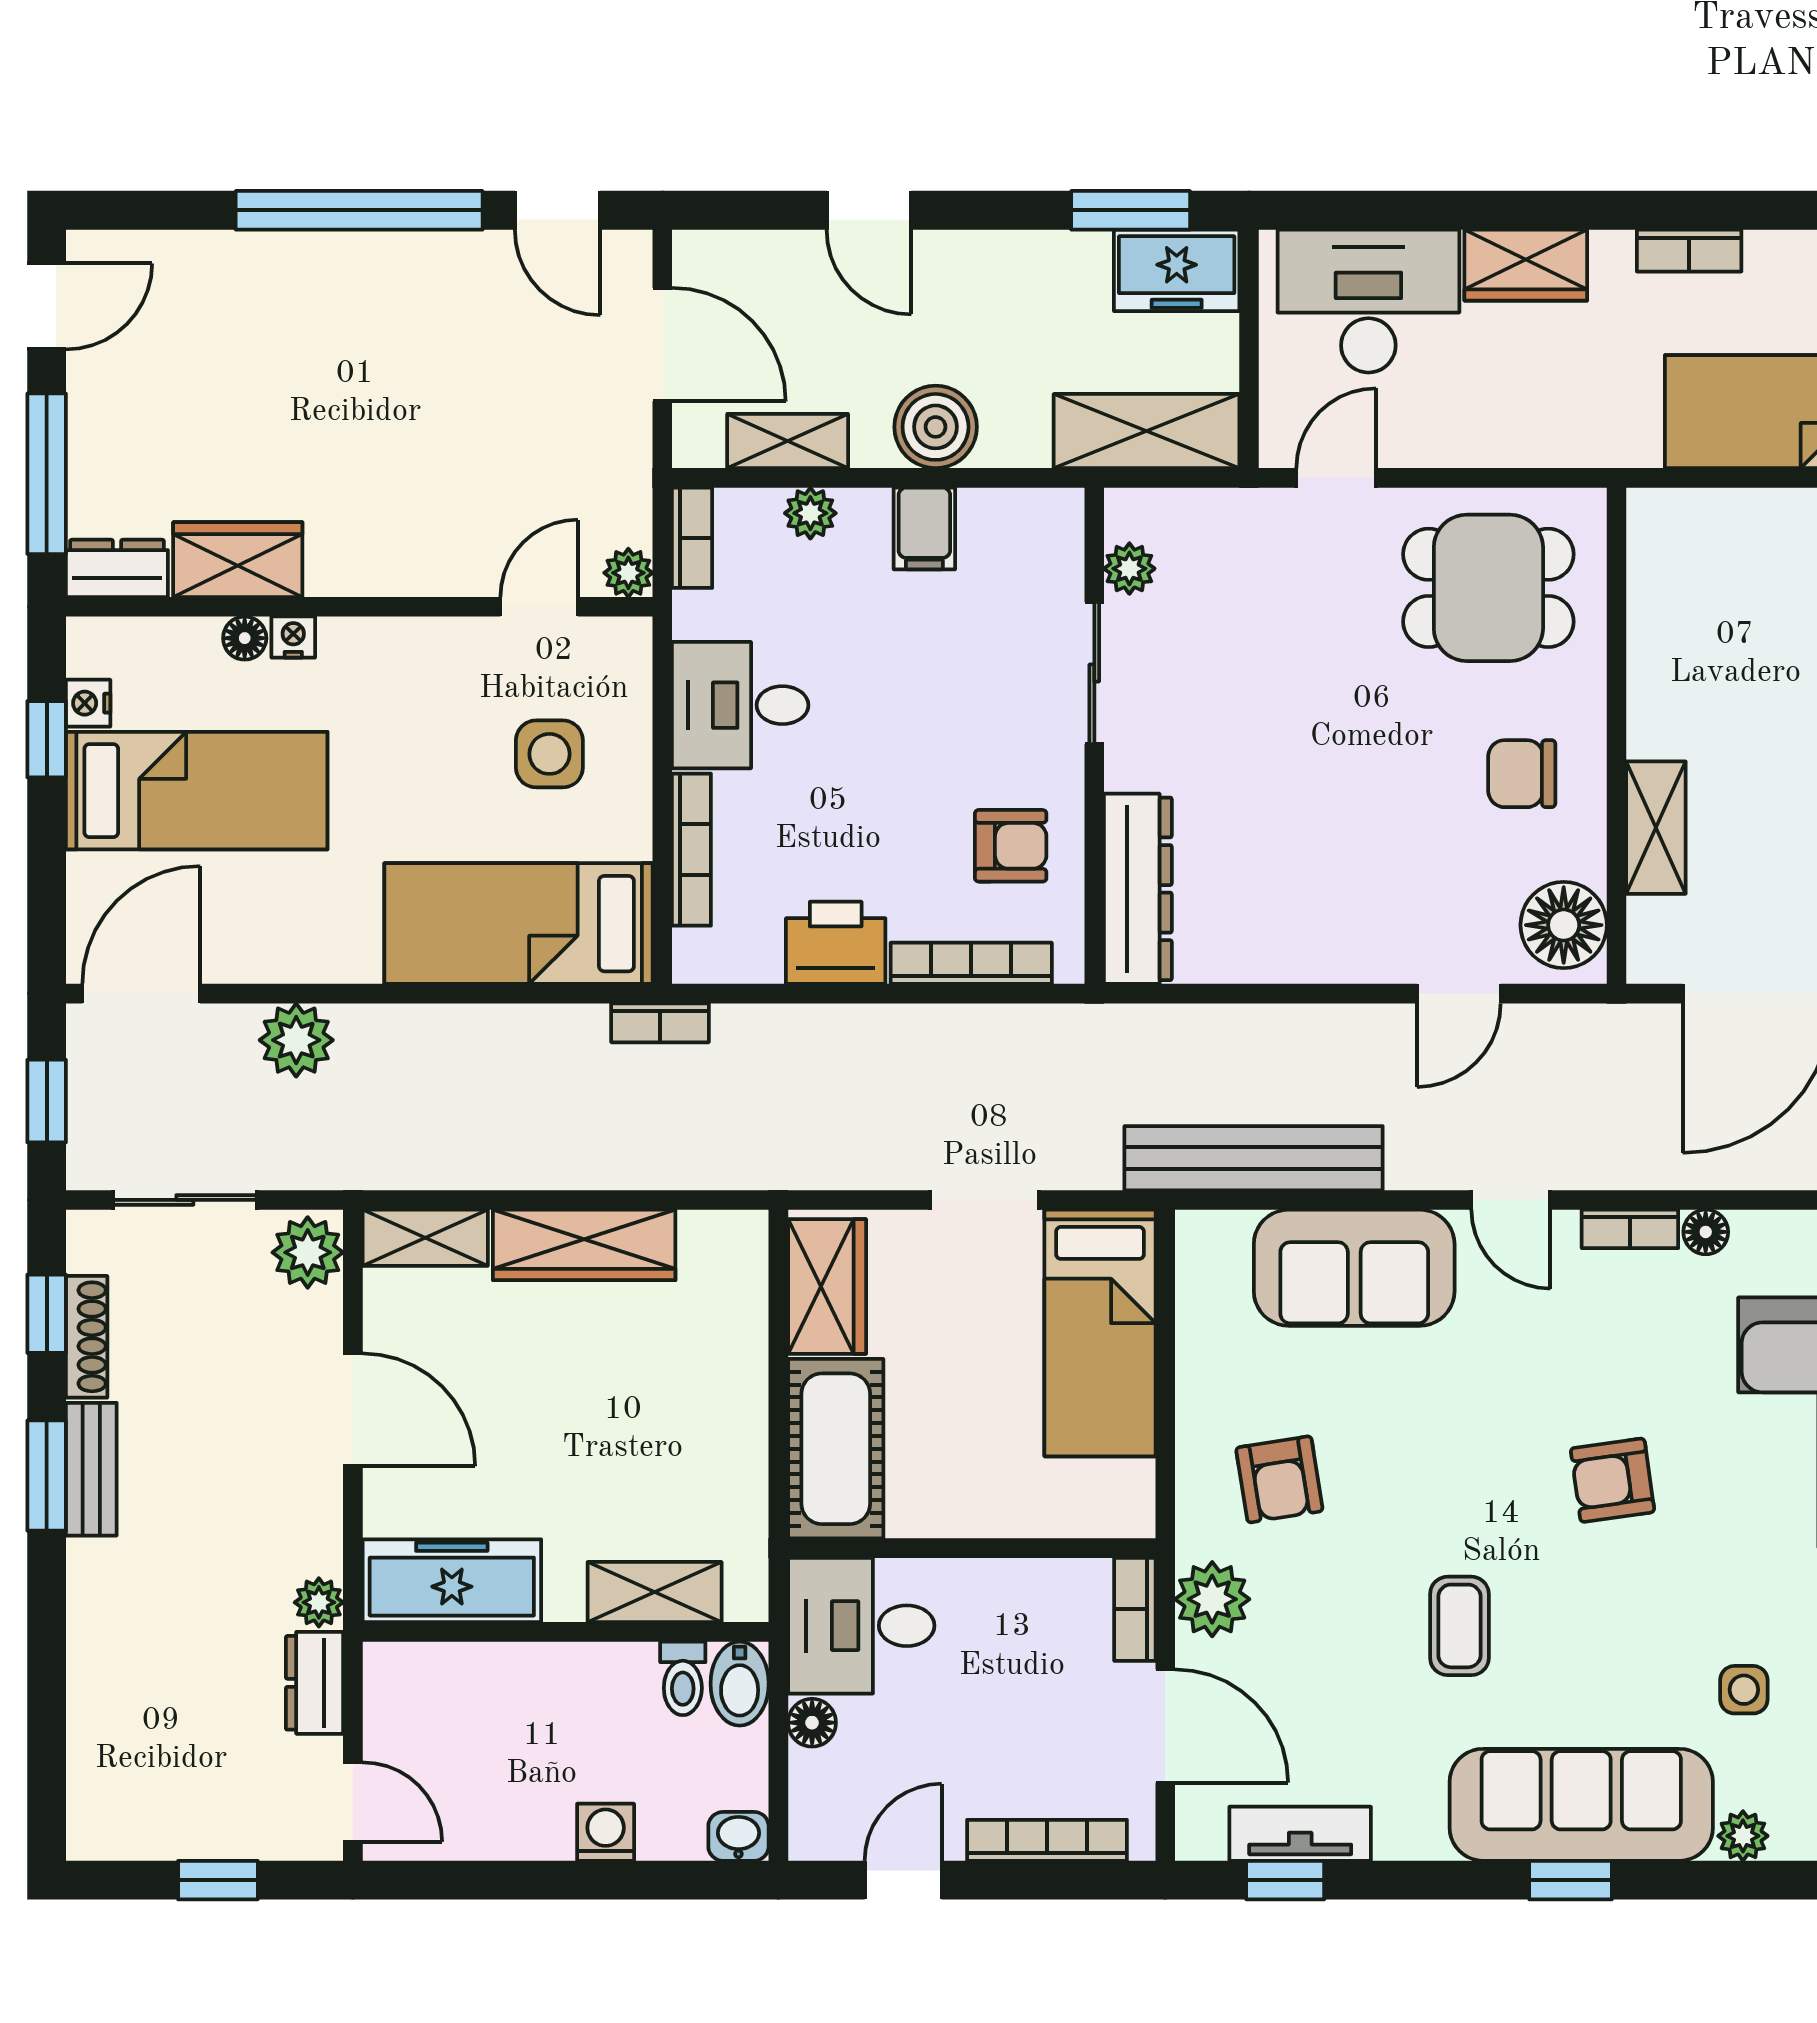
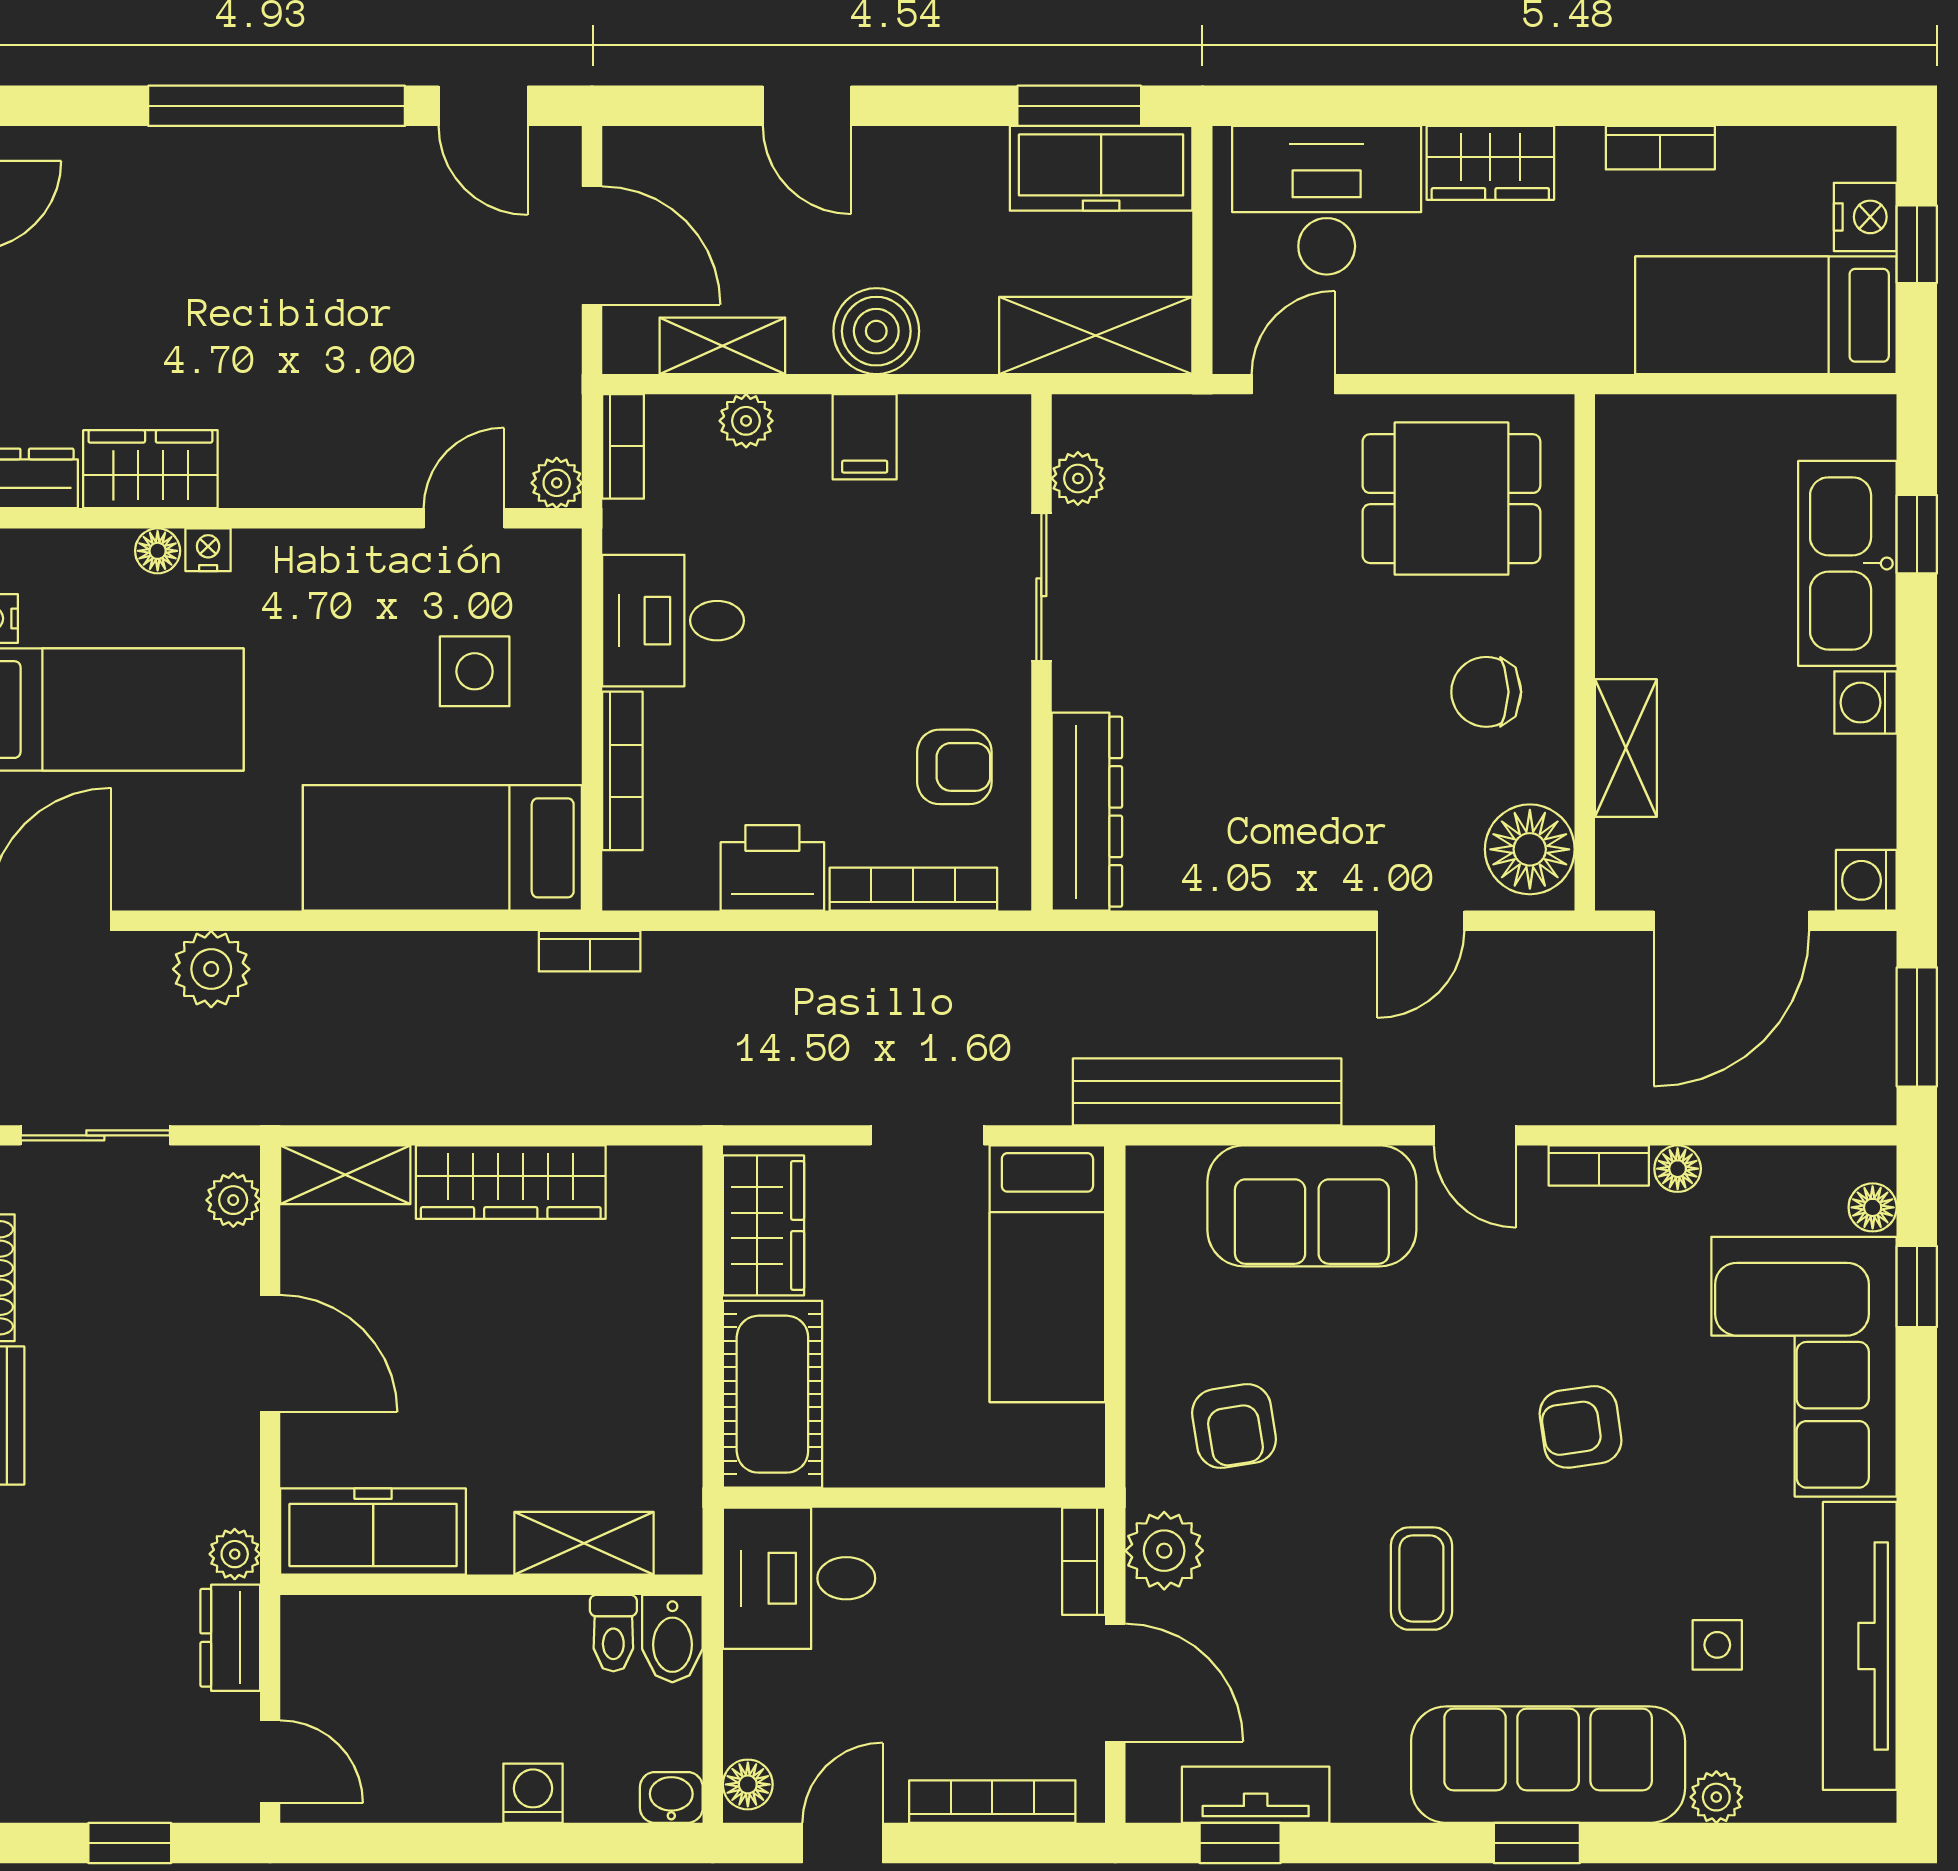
freezer: (1177, 270) -> (1101, 168), width x1.40
plant: (308, 1252) -> (233, 1200), width x0.73, depth x0.73
floor lamp: (812, 1723) -> (748, 1784), moved

